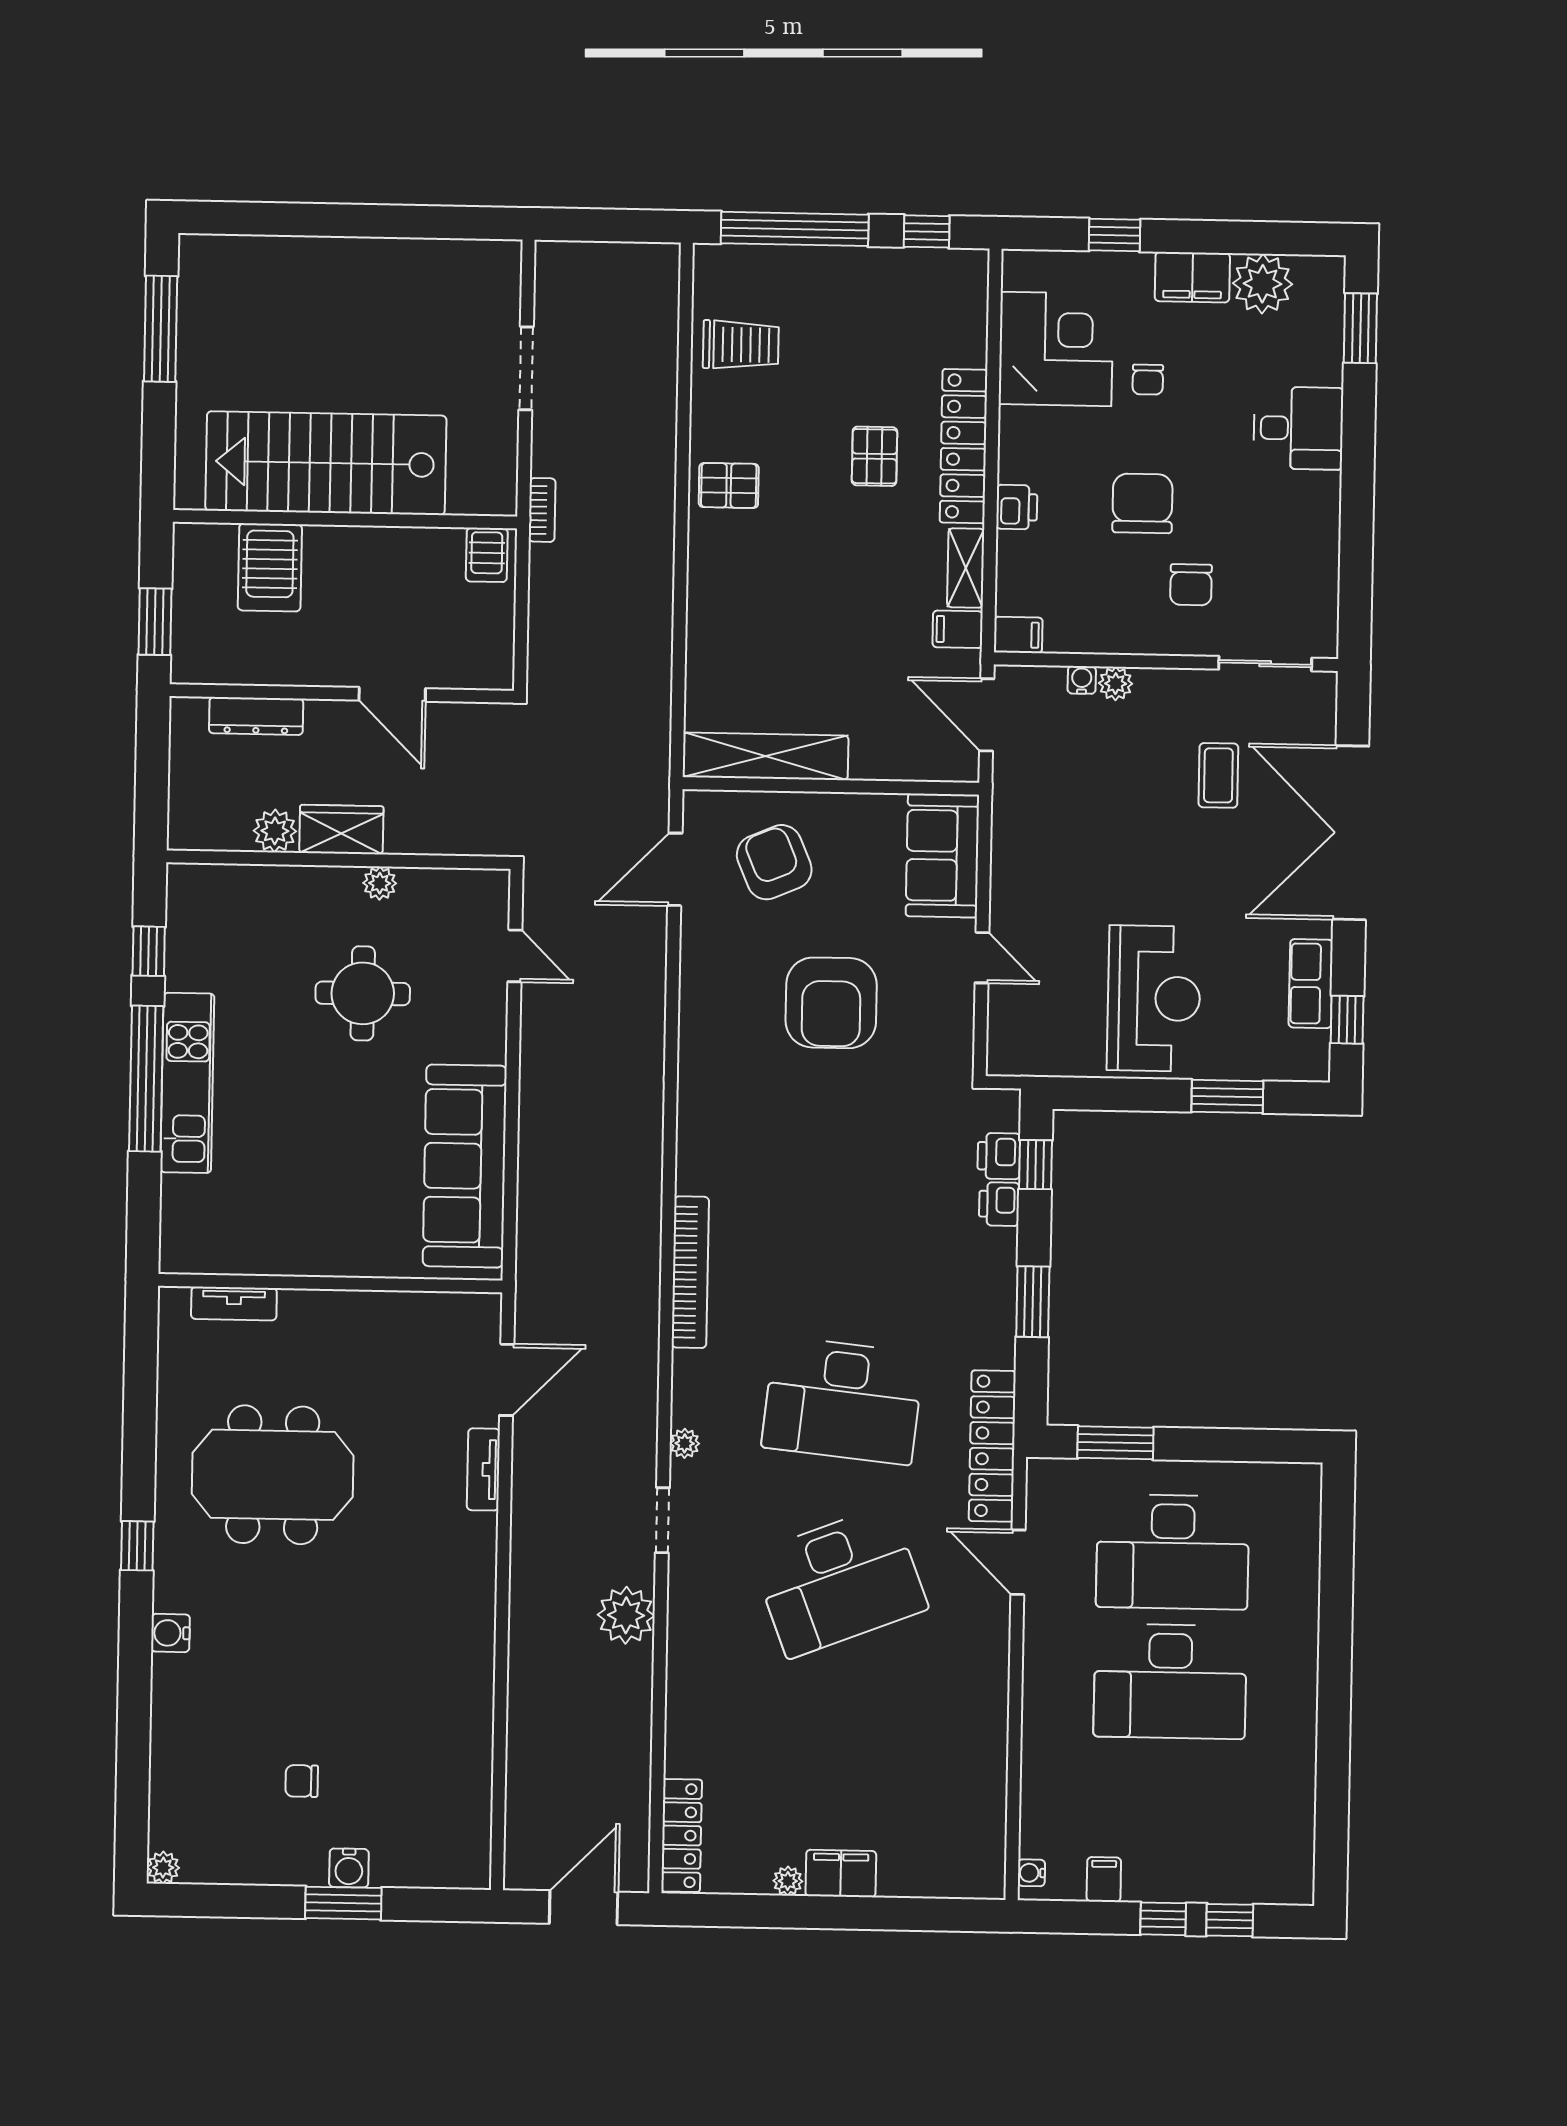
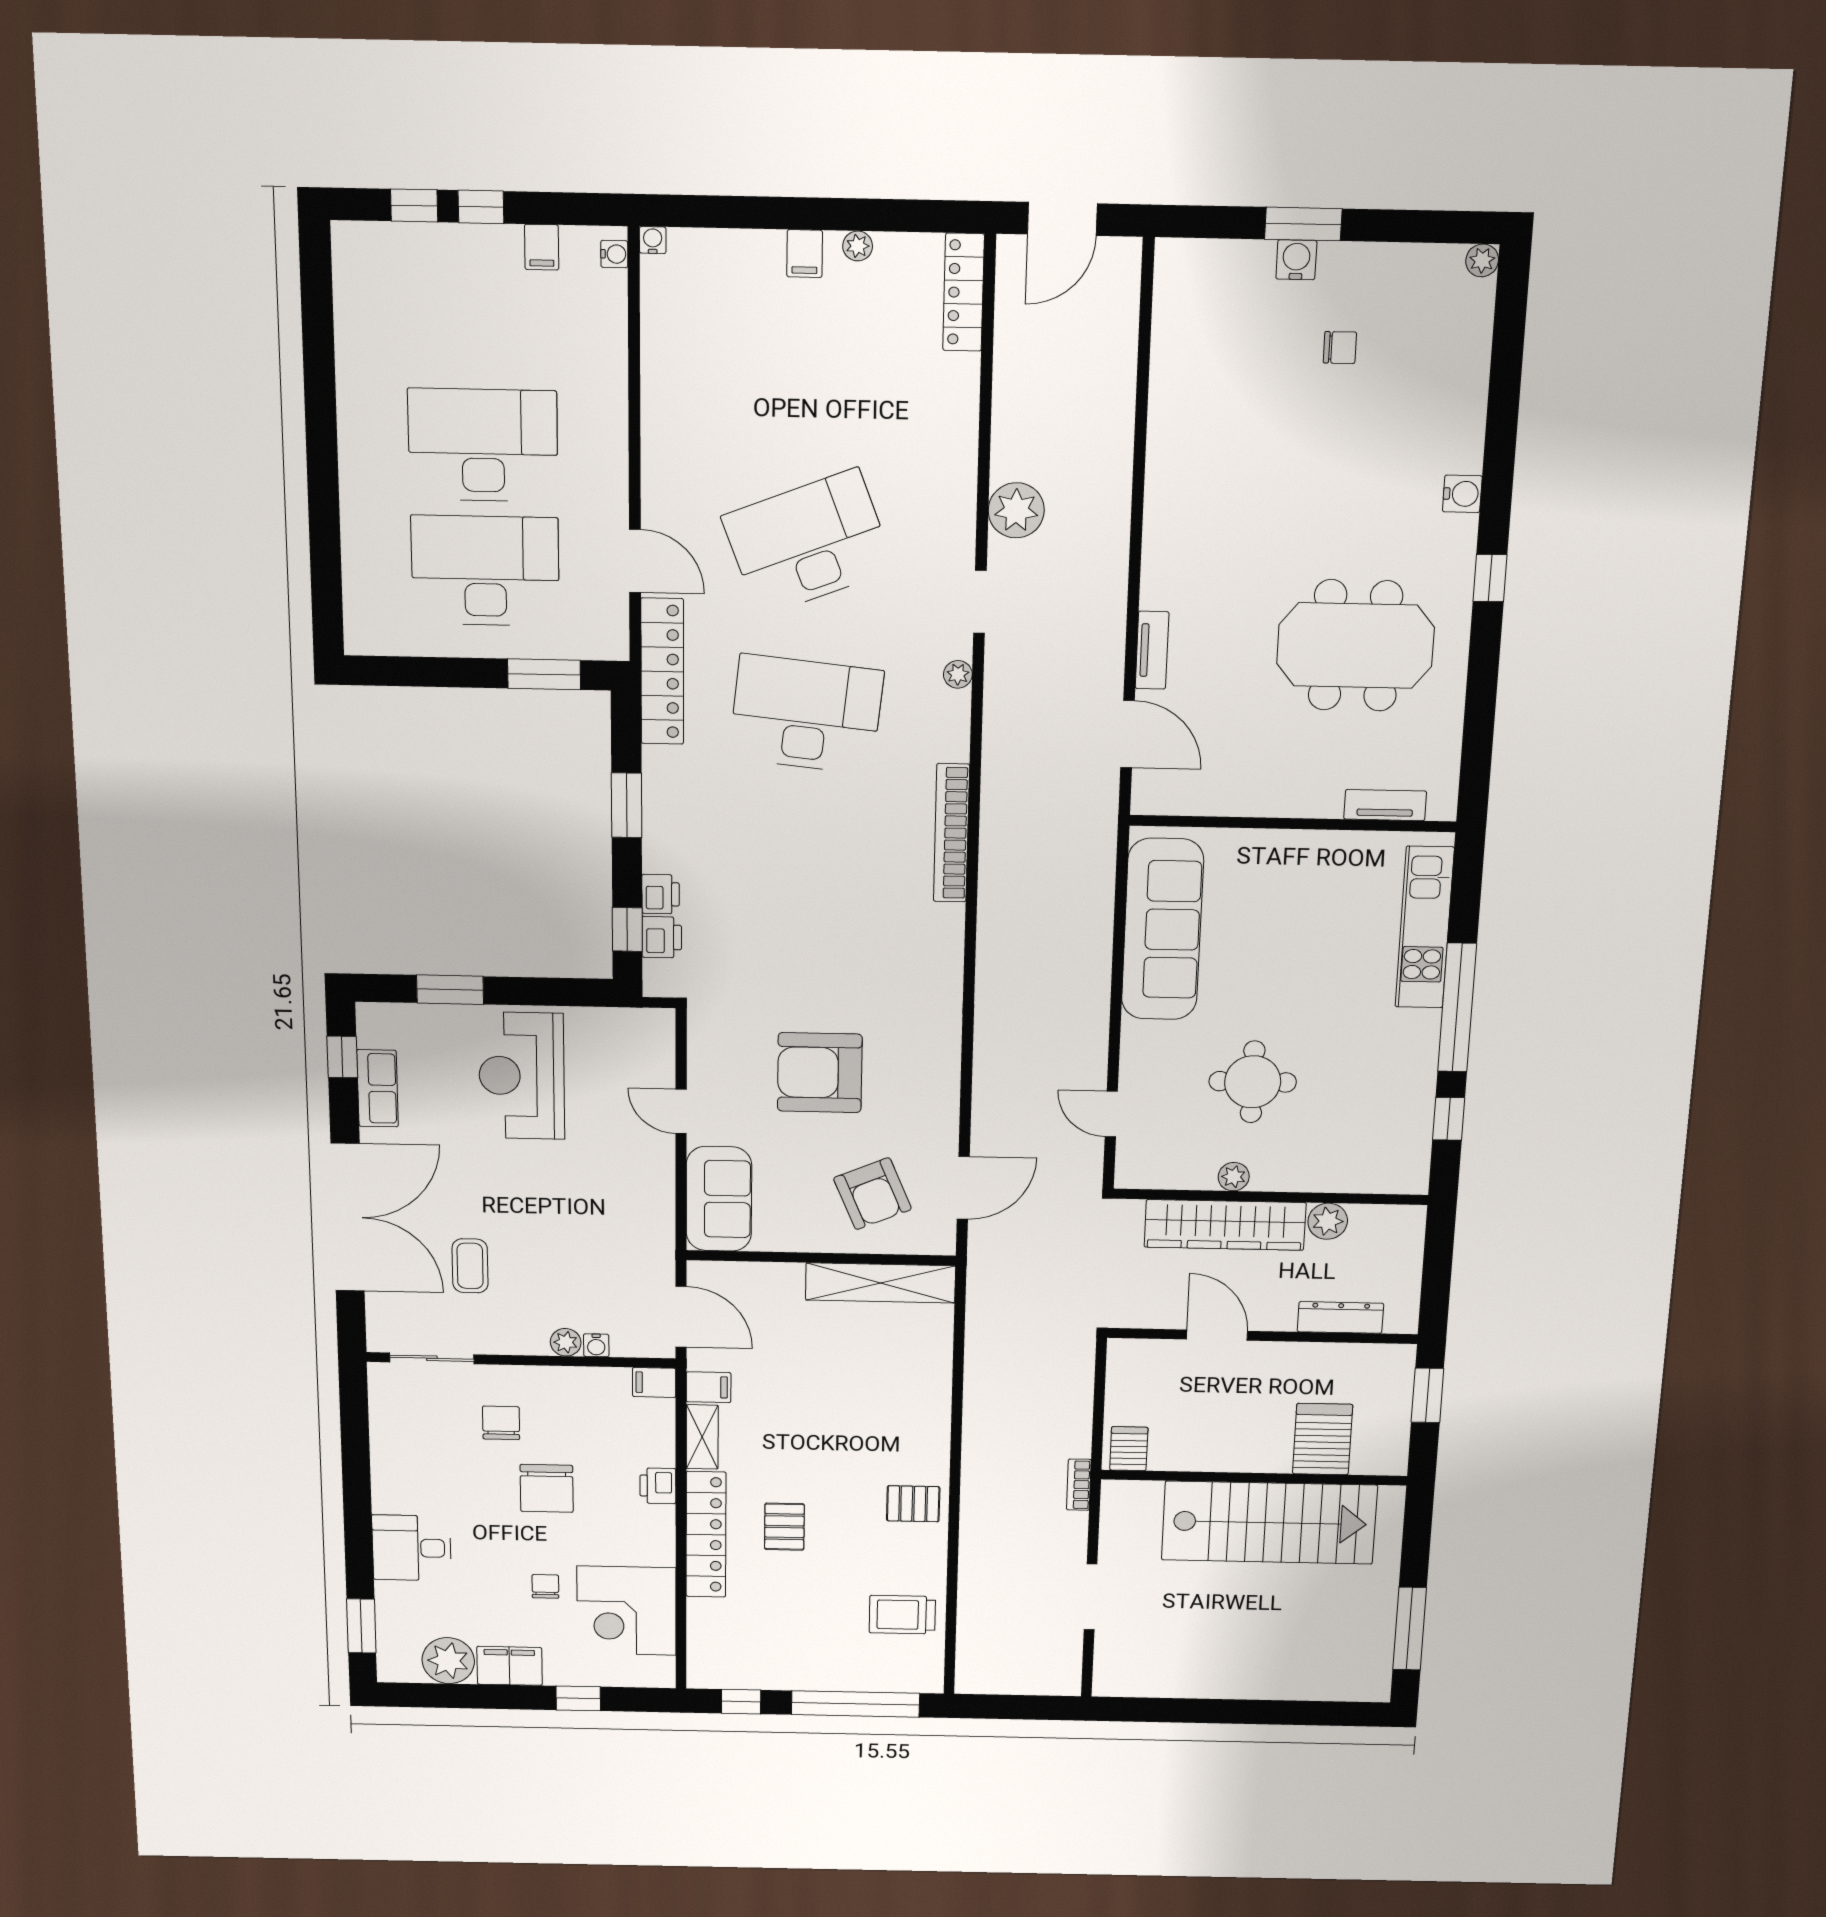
wardrobe: (341, 830) -> (1225, 1225), width x2.10, depth x1.17
armchair: (831, 1003) -> (820, 1073), turned -90
kitchen unit: (187, 1083) -> (1425, 927), moved
door: (507, 1380) -> (1128, 734), swing flipped
filing cabinet: (841, 1874) -> (805, 254), width x0.50
water cooler: (993, 1887) -> (653, 240), added

